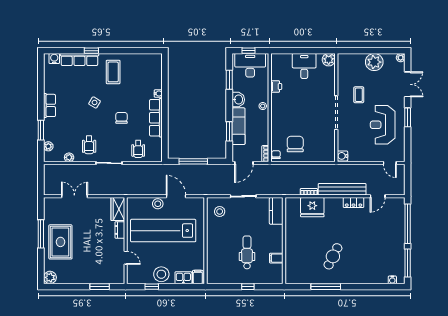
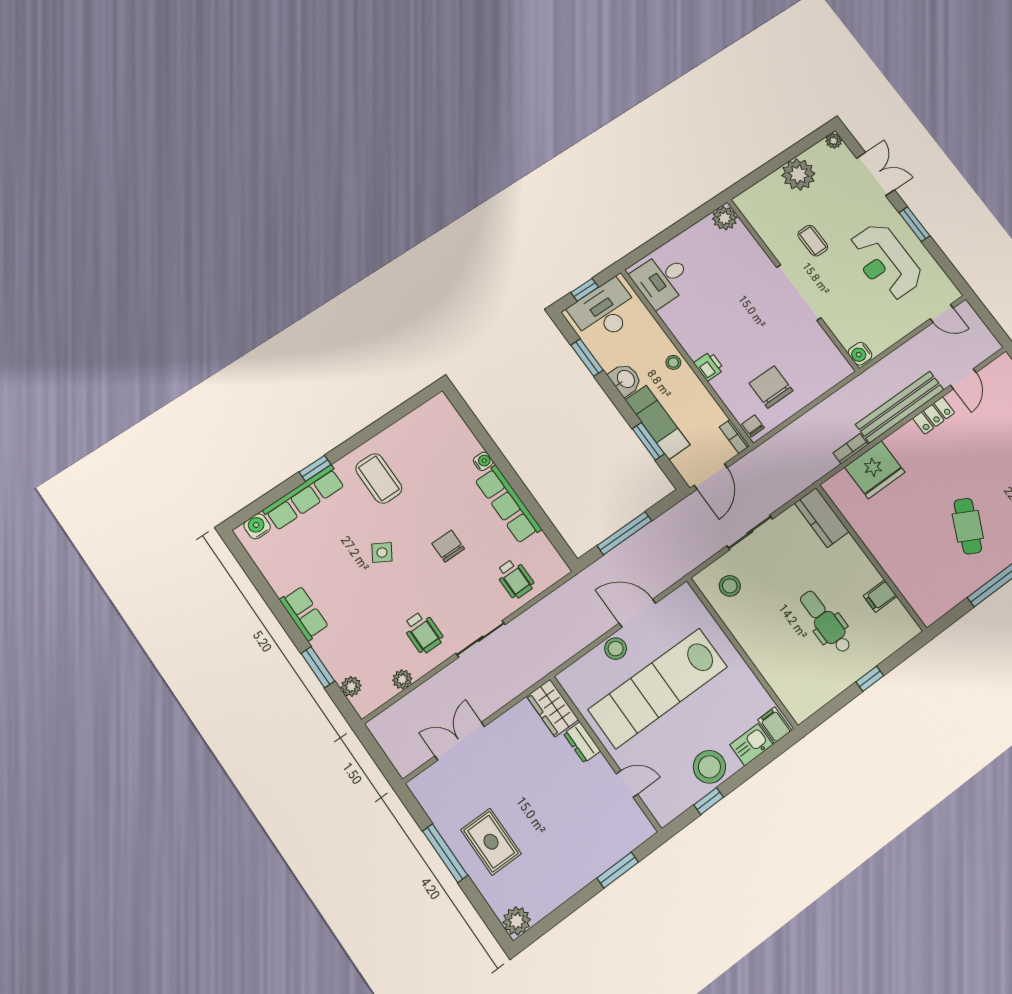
desk: (304, 66) -> (662, 279), moved, turned -90
printer: (276, 86) -> (709, 366), moved
rug: (60, 242) -> (491, 842), width x0.73, depth x0.70

